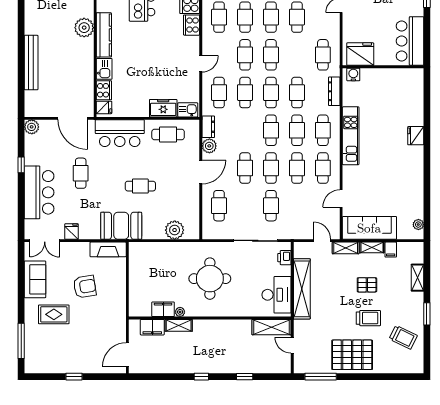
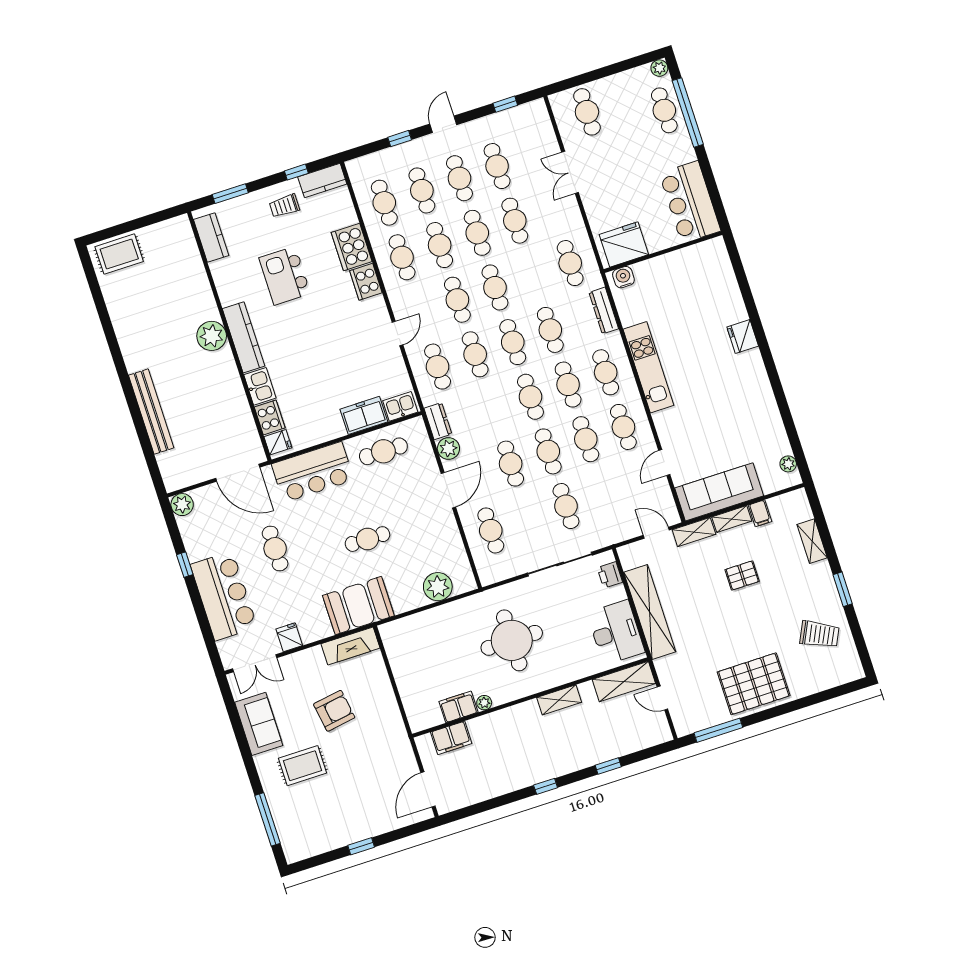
trolley: (368, 318) -> (760, 623), removed
shelving: (179, 325) -> (559, 700), moved

